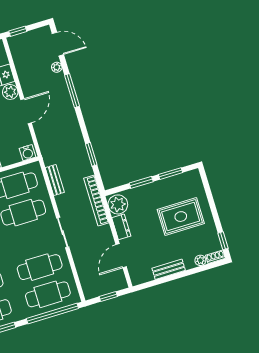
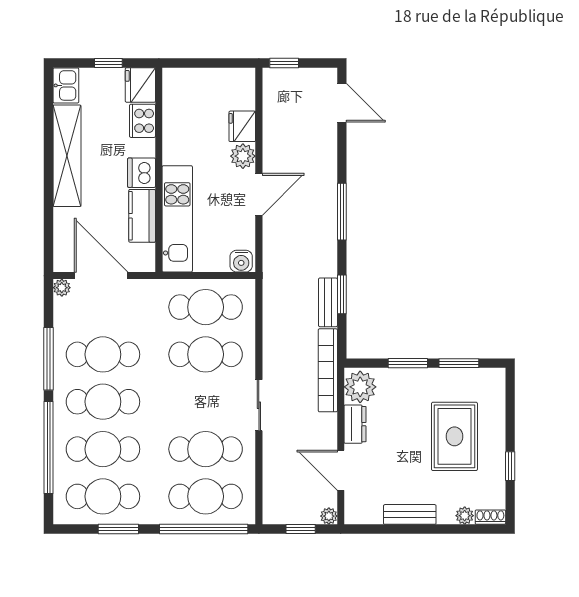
plant: (57, 67) -> (329, 516), moved
window: (72, 91) -> (342, 212), moved
bench: (55, 180) -> (328, 302), moved
rug: (181, 217) -> (454, 436), turned 90
window: (223, 241) -> (510, 466), moved
door: (121, 256) -> (341, 470), hinge flipped

